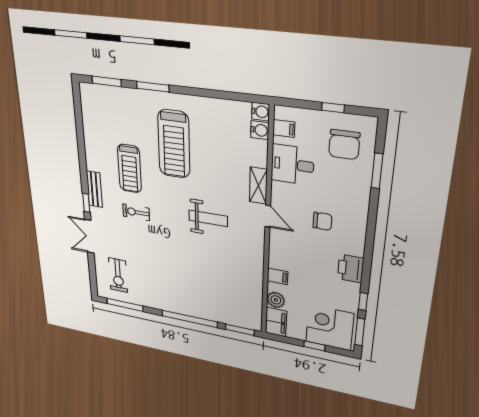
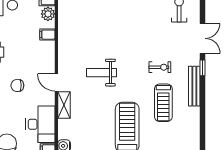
desk: (293, 165) -> (40, 124), width x1.37
treadmill: (129, 169) -> (163, 103), turned 180
bench: (94, 189) -> (194, 86), width x1.36

